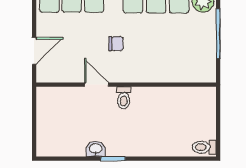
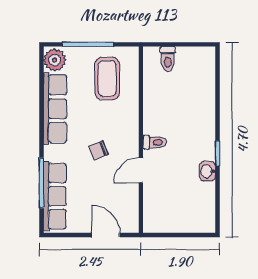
chair: (116, 44) -> (98, 150), turned -111
coffee table: (185, 52) -> (107, 79), added
toilet: (204, 147) -> (168, 59), moved

